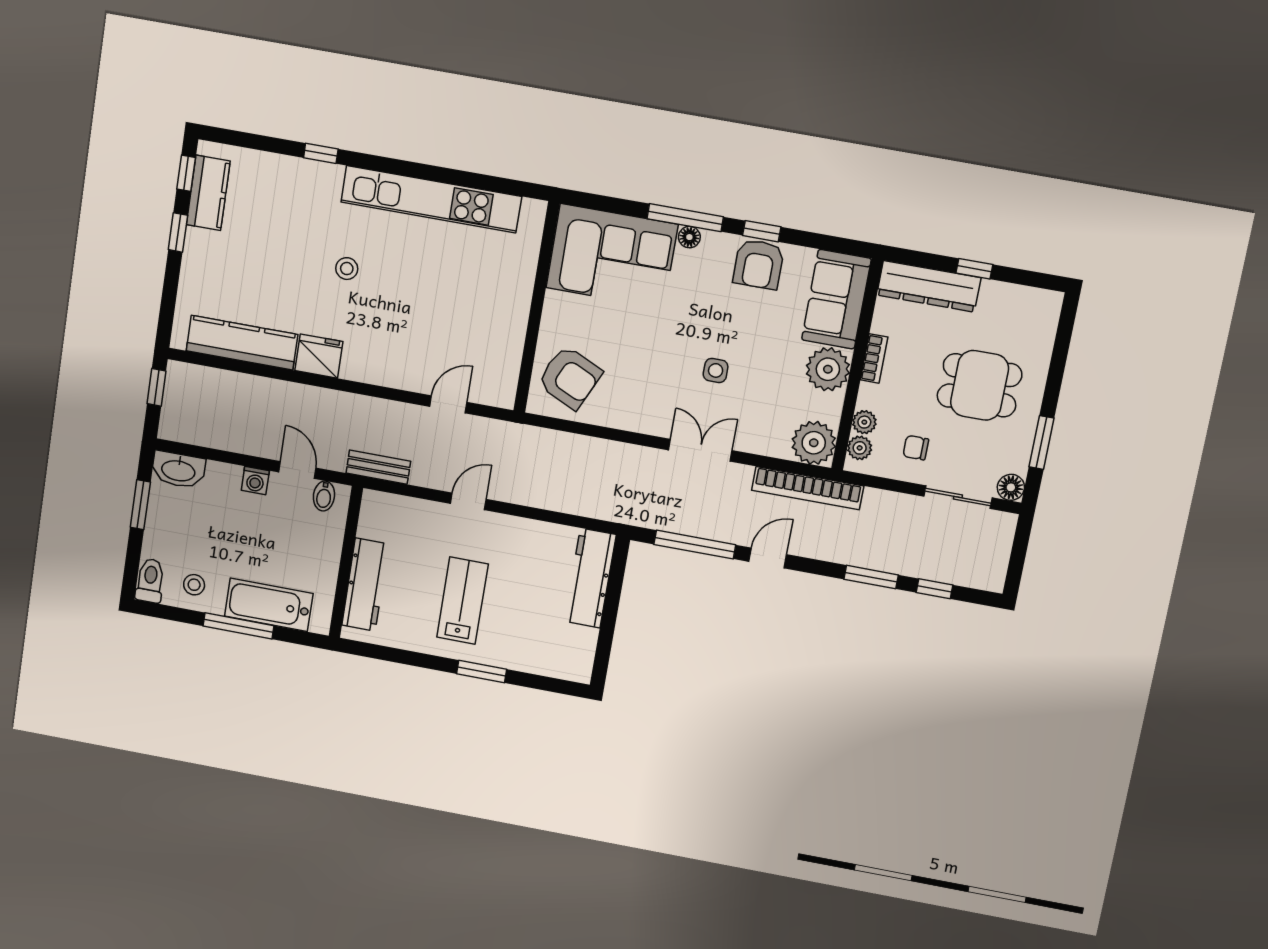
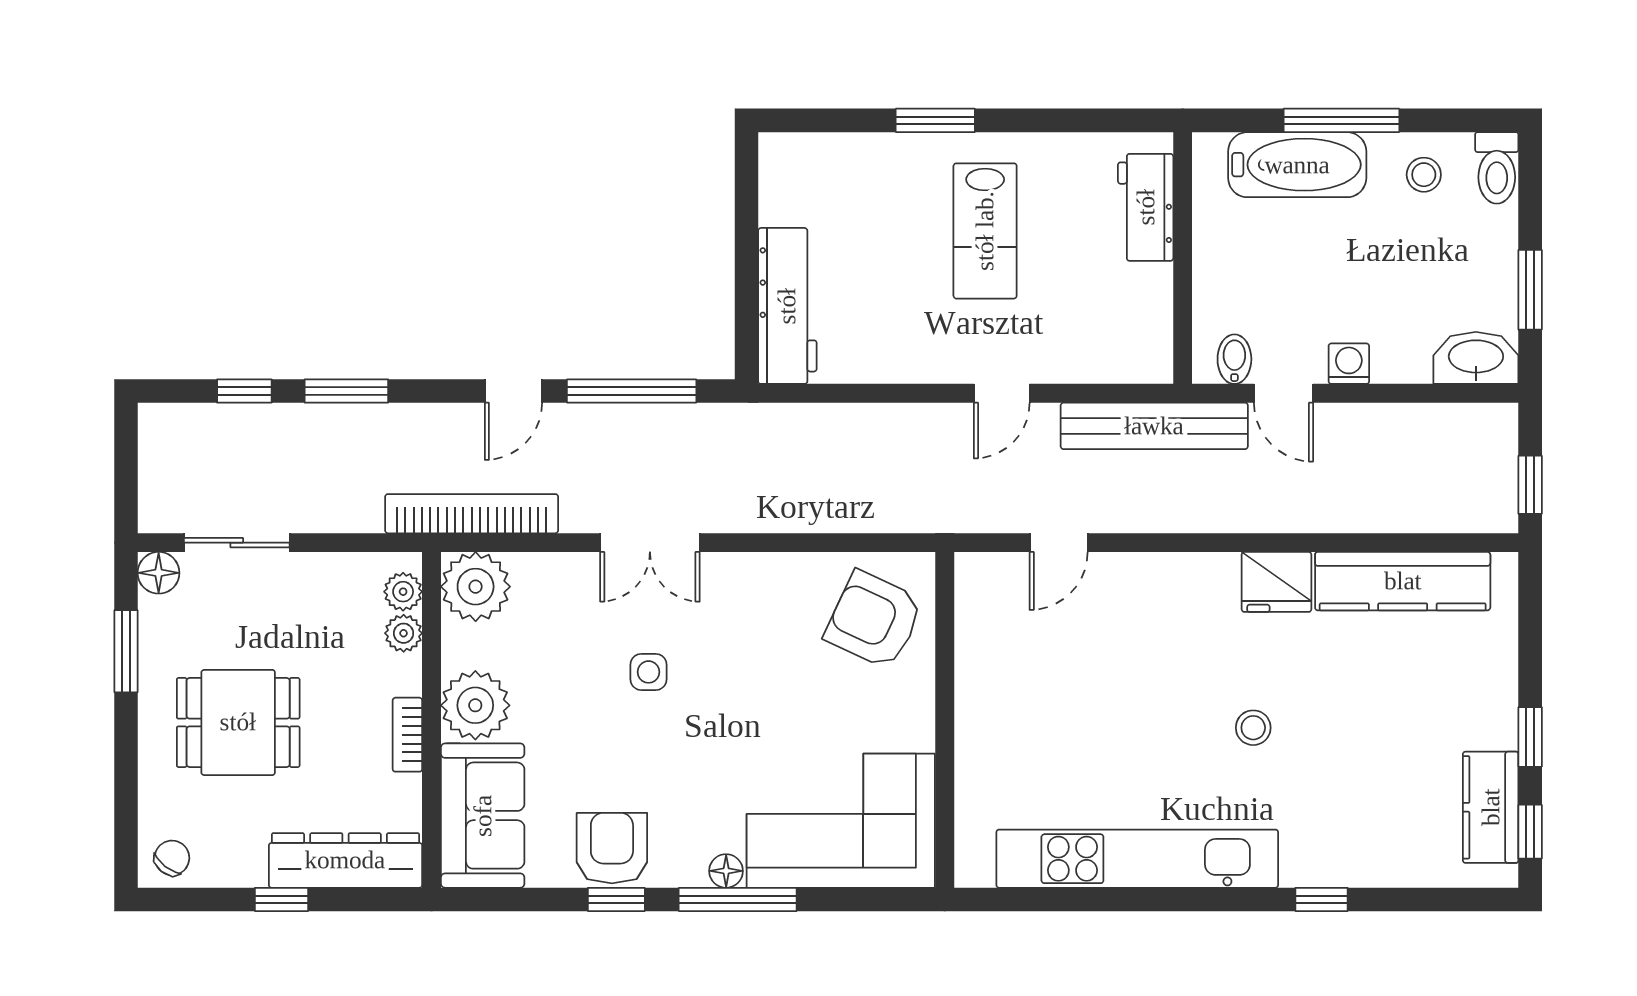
chair: (916, 448) -> (172, 858), moved, turned -52
bench: (378, 467) -> (1154, 426), width x1.86, depth x1.21
workbench: (365, 585) -> (1146, 207), width x0.73

